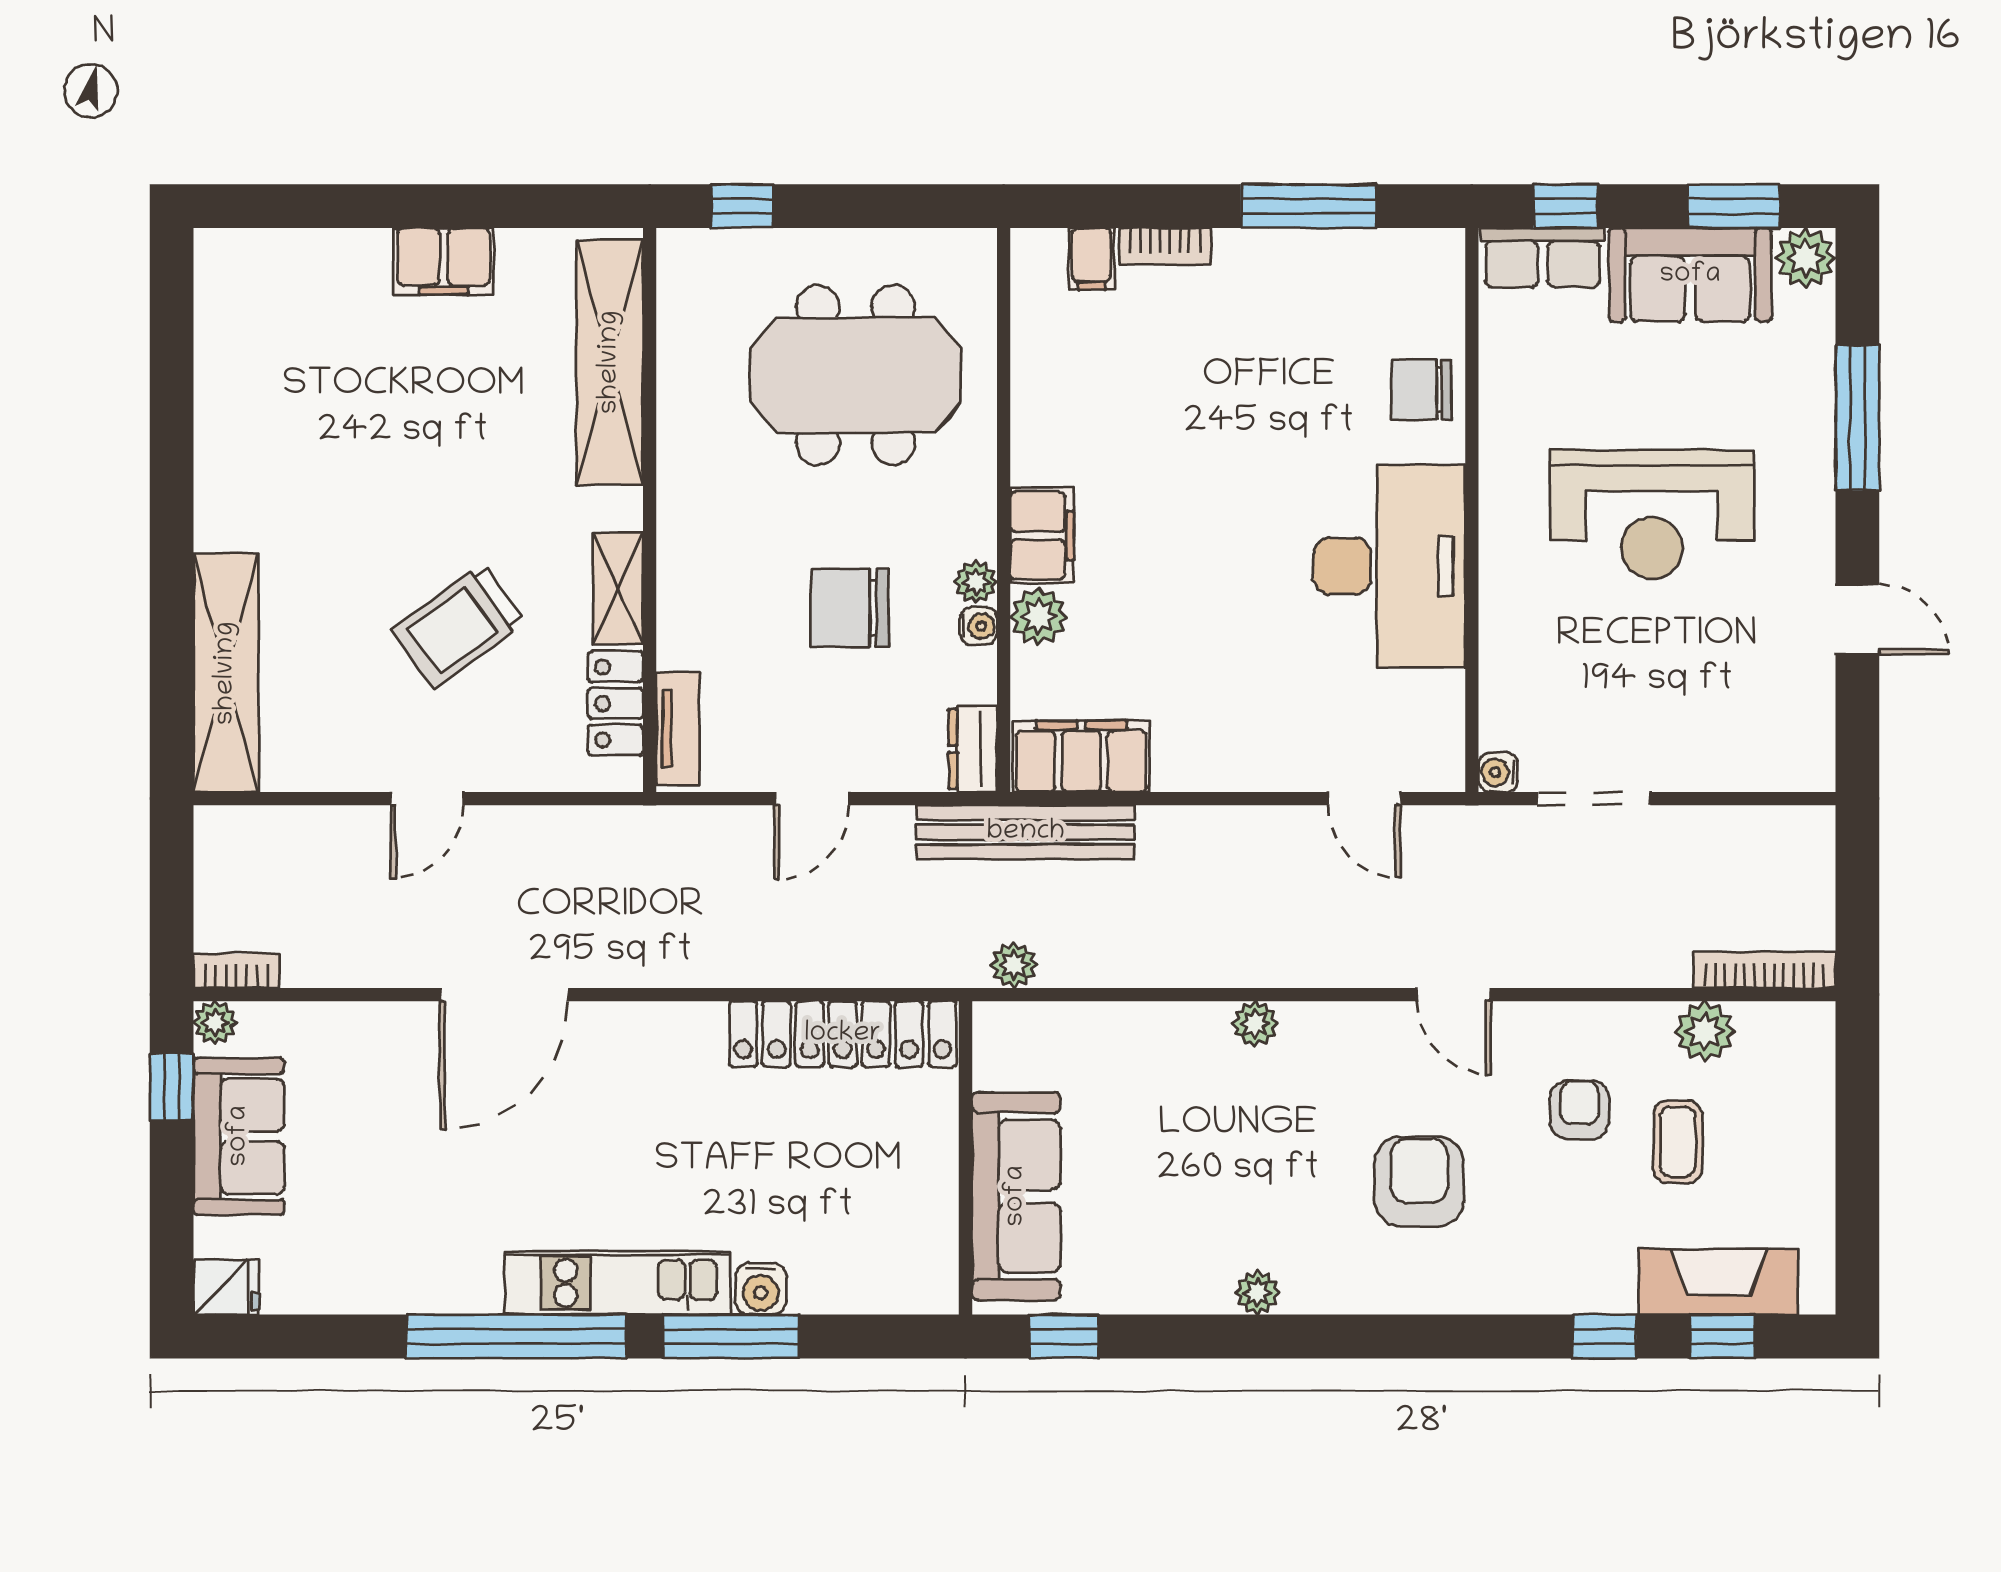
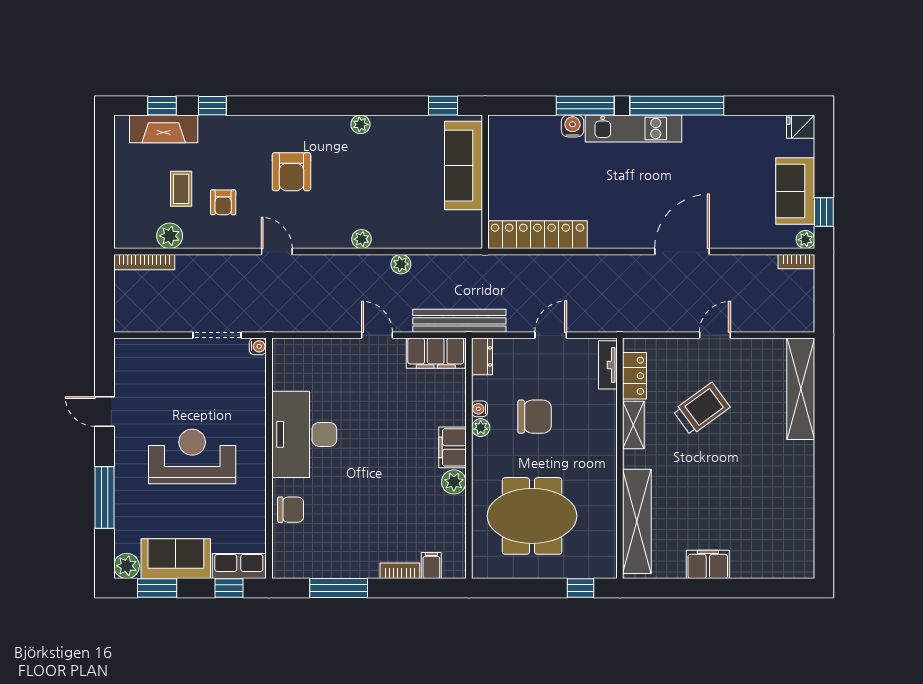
plant: (1039, 616) -> (454, 482), moved
door: (1364, 799) -> (377, 335), moved
plant: (1014, 965) -> (401, 264), moved

